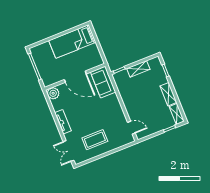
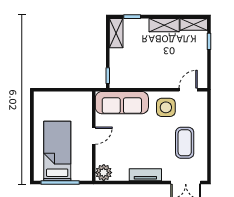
bed: (72, 41) -> (57, 151), moved, turned 180
shelving: (138, 69) -> (116, 33), moved
door: (75, 77) -> (94, 136), width x0.53
sofa: (103, 82) -> (122, 103), width x1.36
side table: (114, 118) -> (166, 107), added

